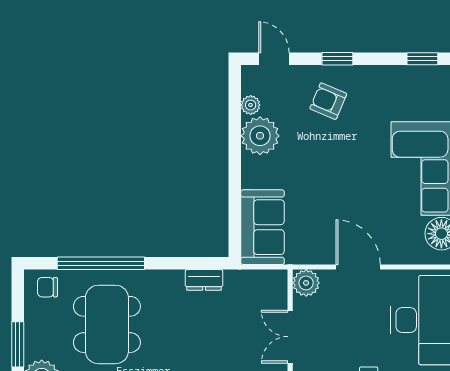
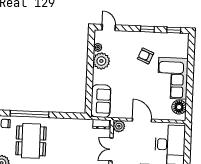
window: (337, 59) -> (147, 29), moved
armchair: (328, 101) -> (145, 56), moved
dresser: (204, 280) -> (101, 124), moved

